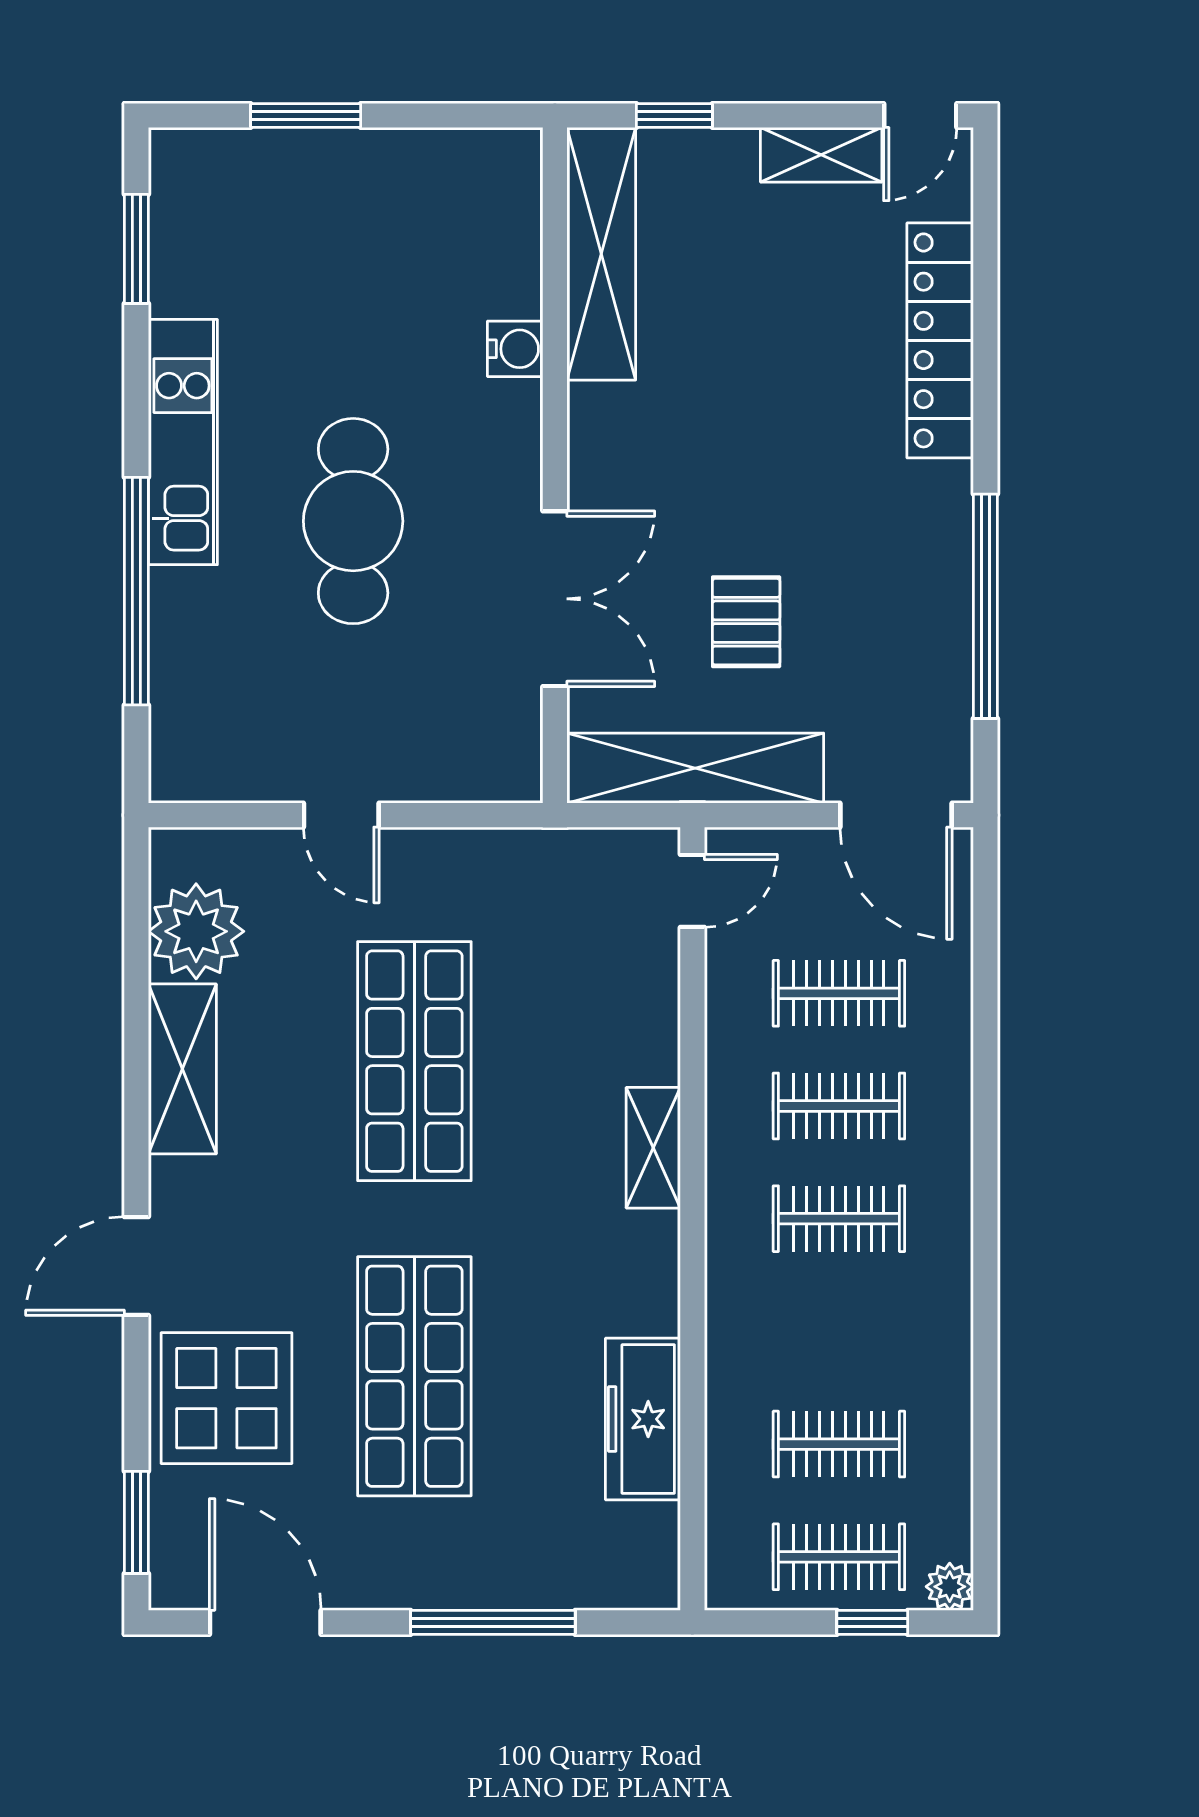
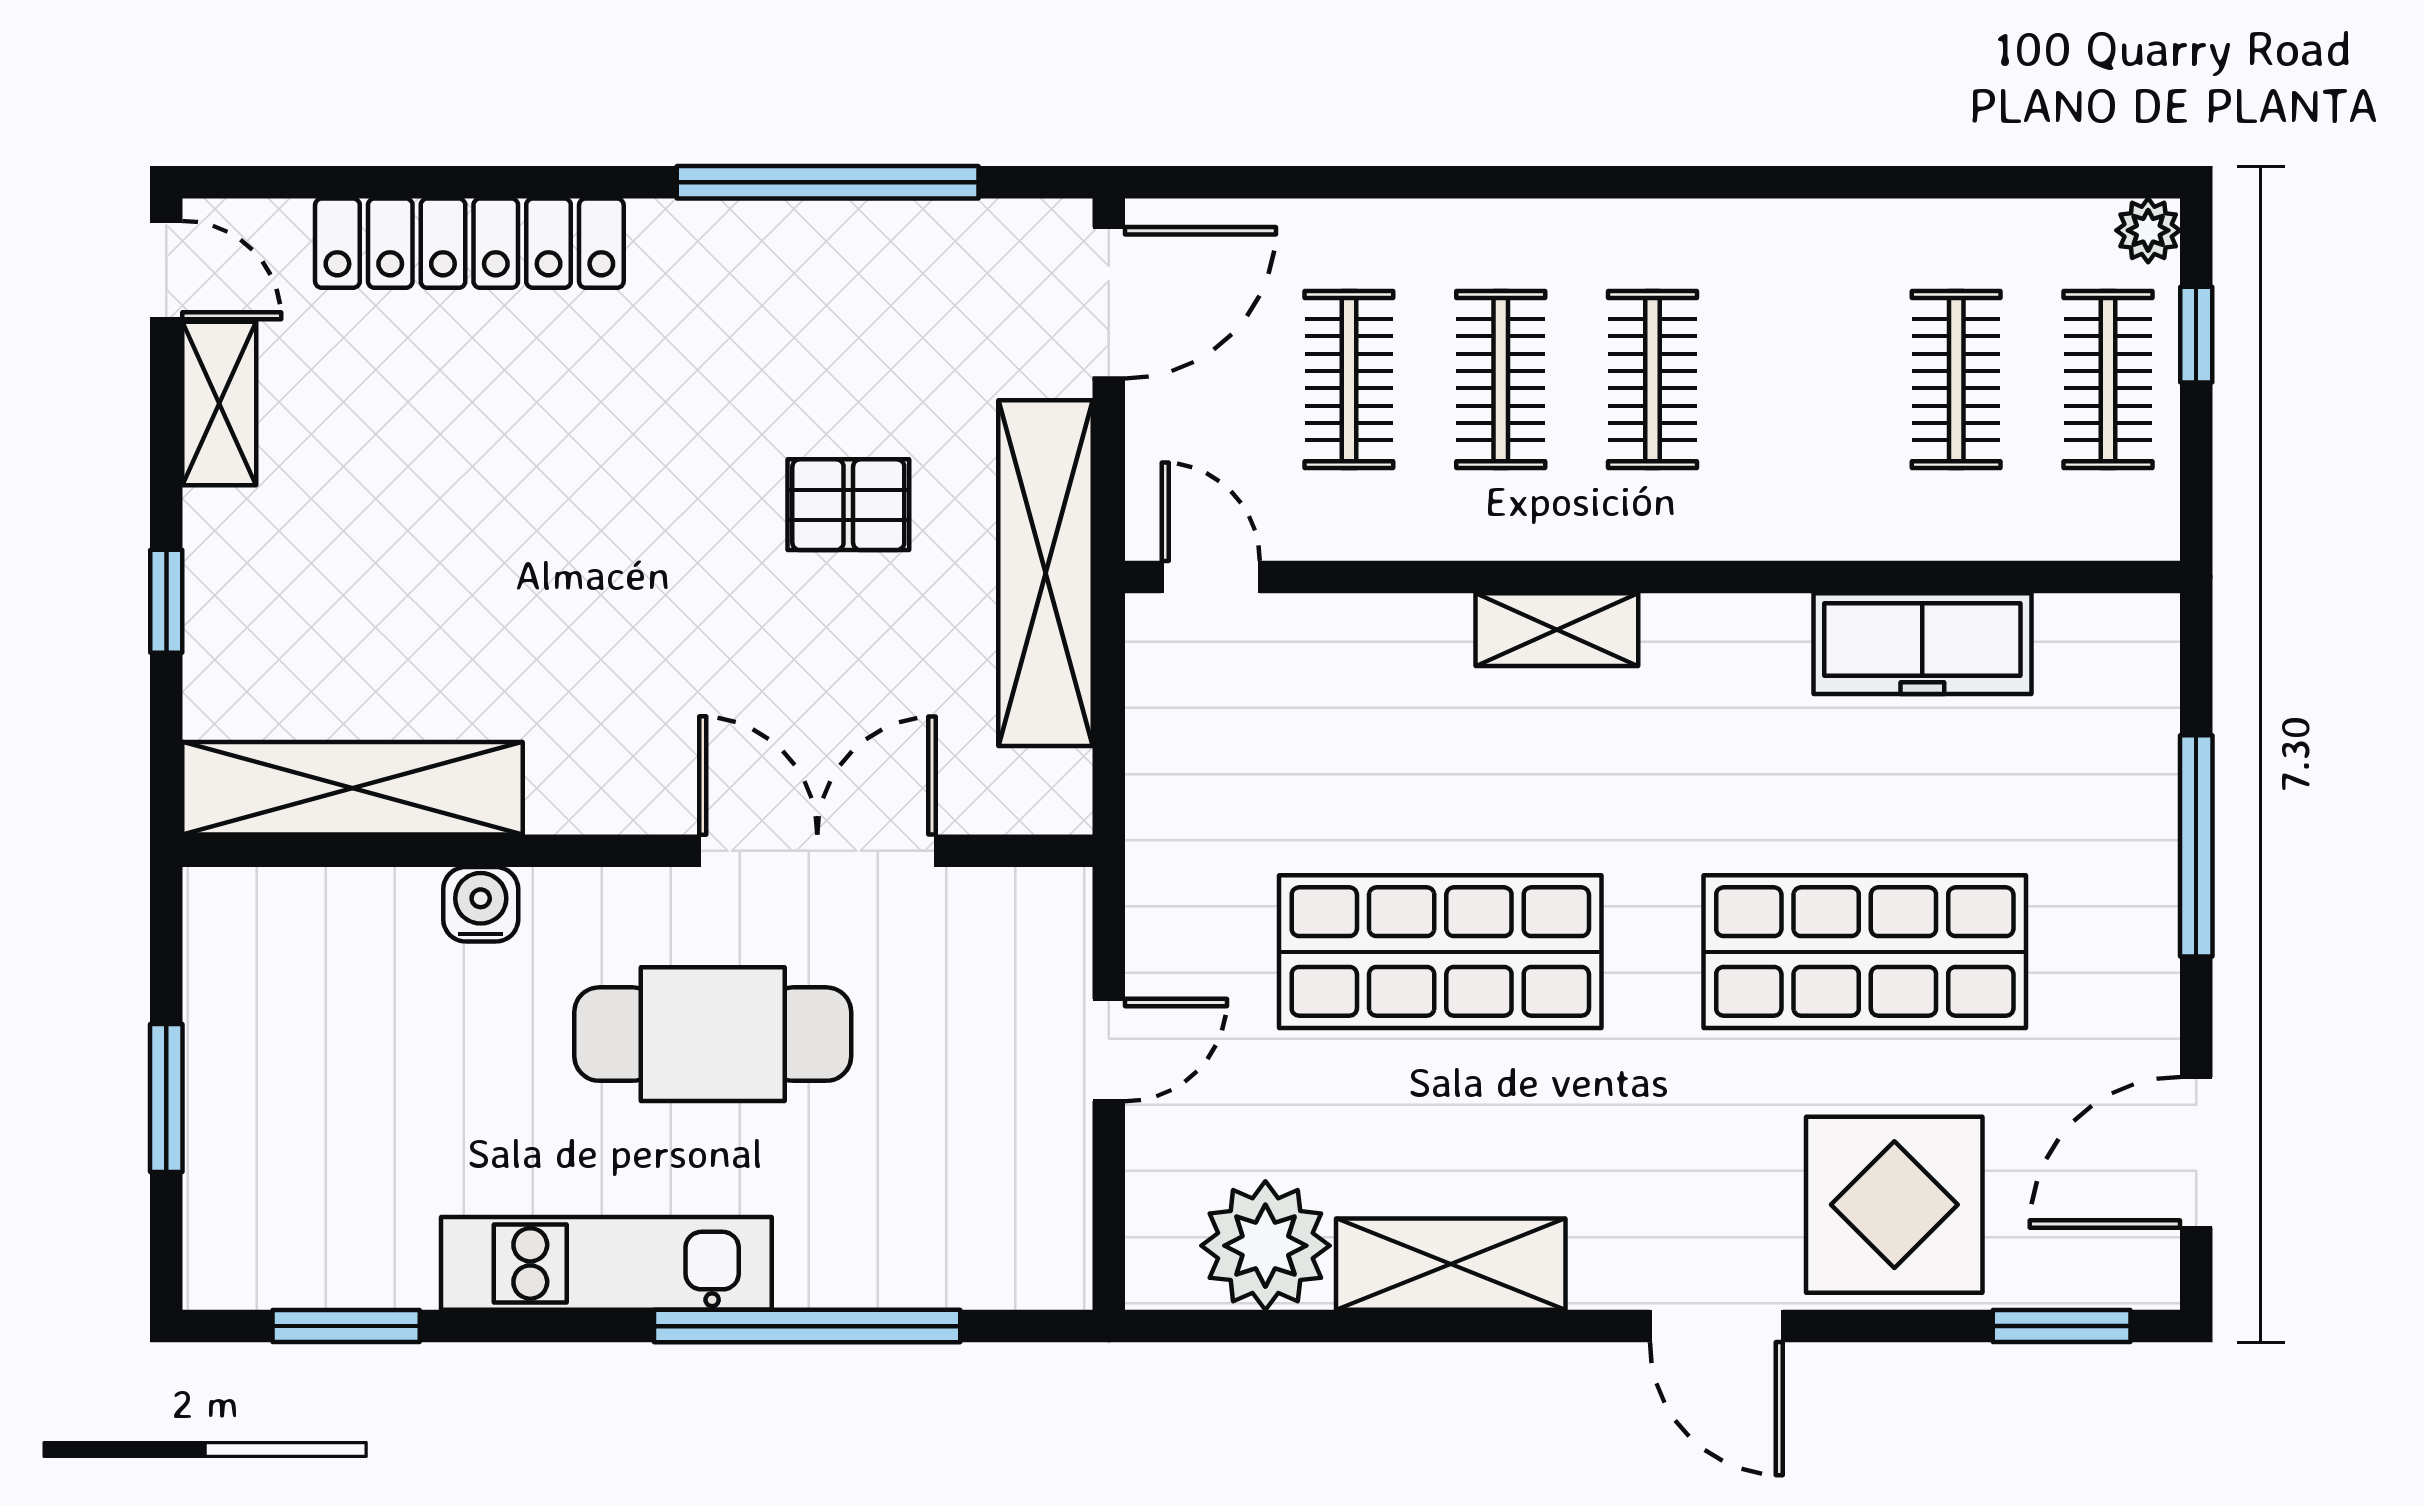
shelving: (601, 254) -> (353, 788), moved
water cooler: (515, 349) -> (481, 904), moved
wall: (555, 465) -> (638, 851), moved
double door: (555, 599) -> (817, 851), moved

